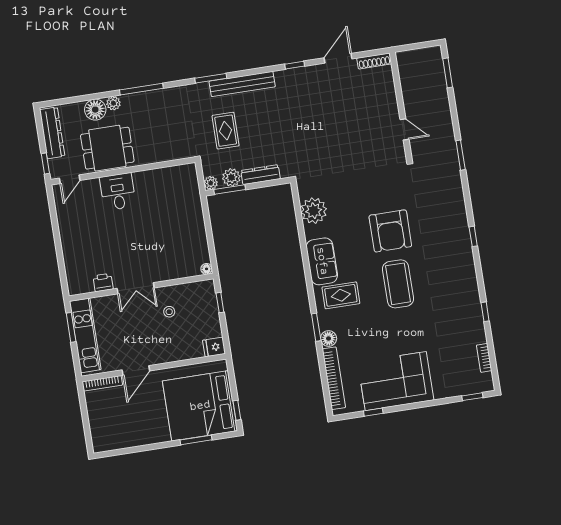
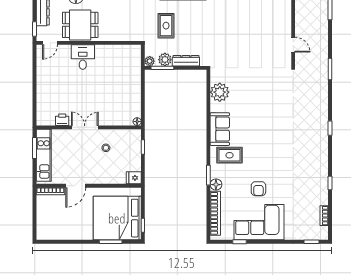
armchair: (390, 231) -> (258, 189), moved, width x0.53, depth x0.53
coffee table: (398, 284) -> (271, 153), removed
double door: (136, 288) -> (85, 127), swing flipped

